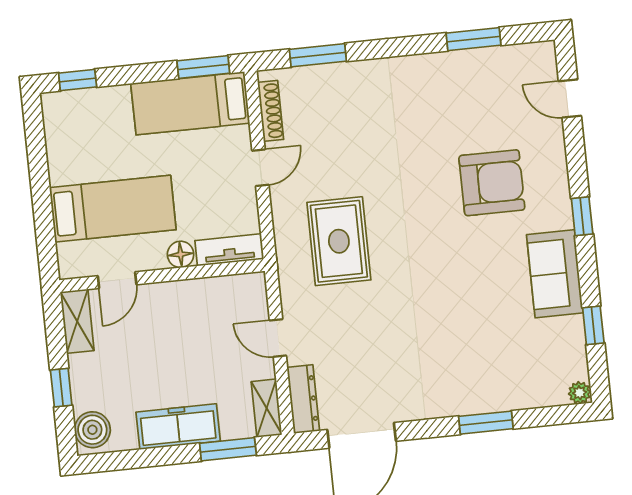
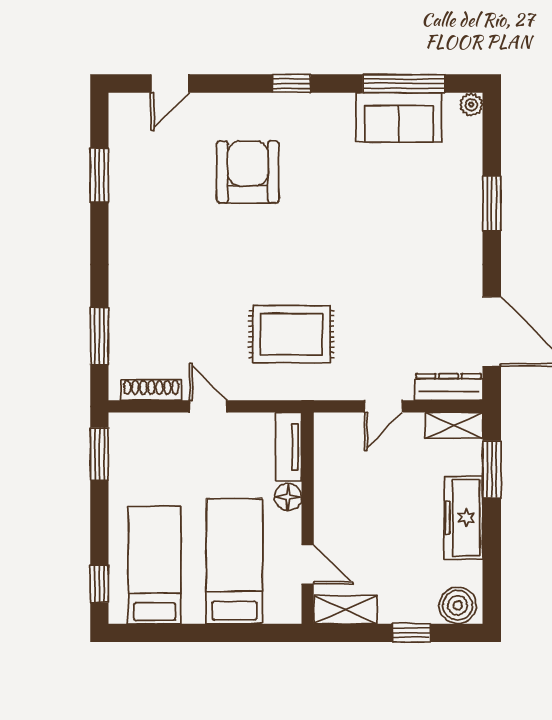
bed: (190, 103) -> (155, 565), moved, turned 180
sofa: (555, 274) -> (399, 117), moved
window: (593, 325) -> (404, 84), width x2.17

